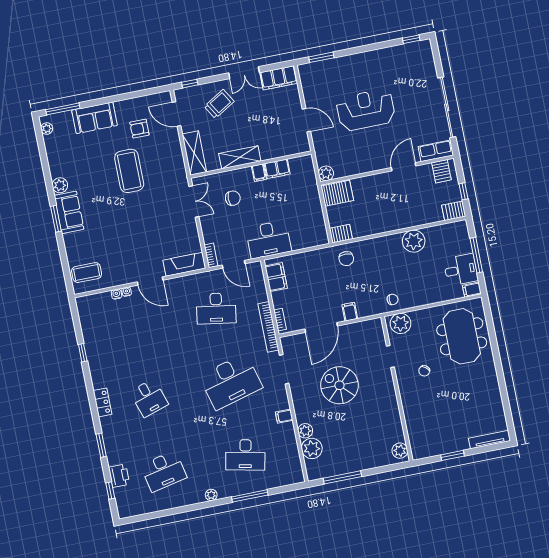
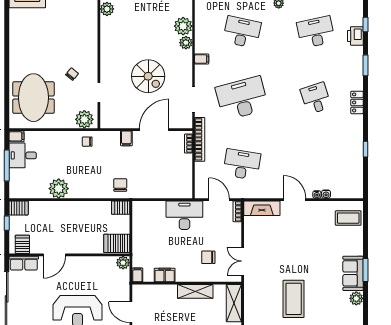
filing cabinet: (259, 173) -> (137, 275), moved
filing cabinet: (276, 277) -> (184, 181), removed

